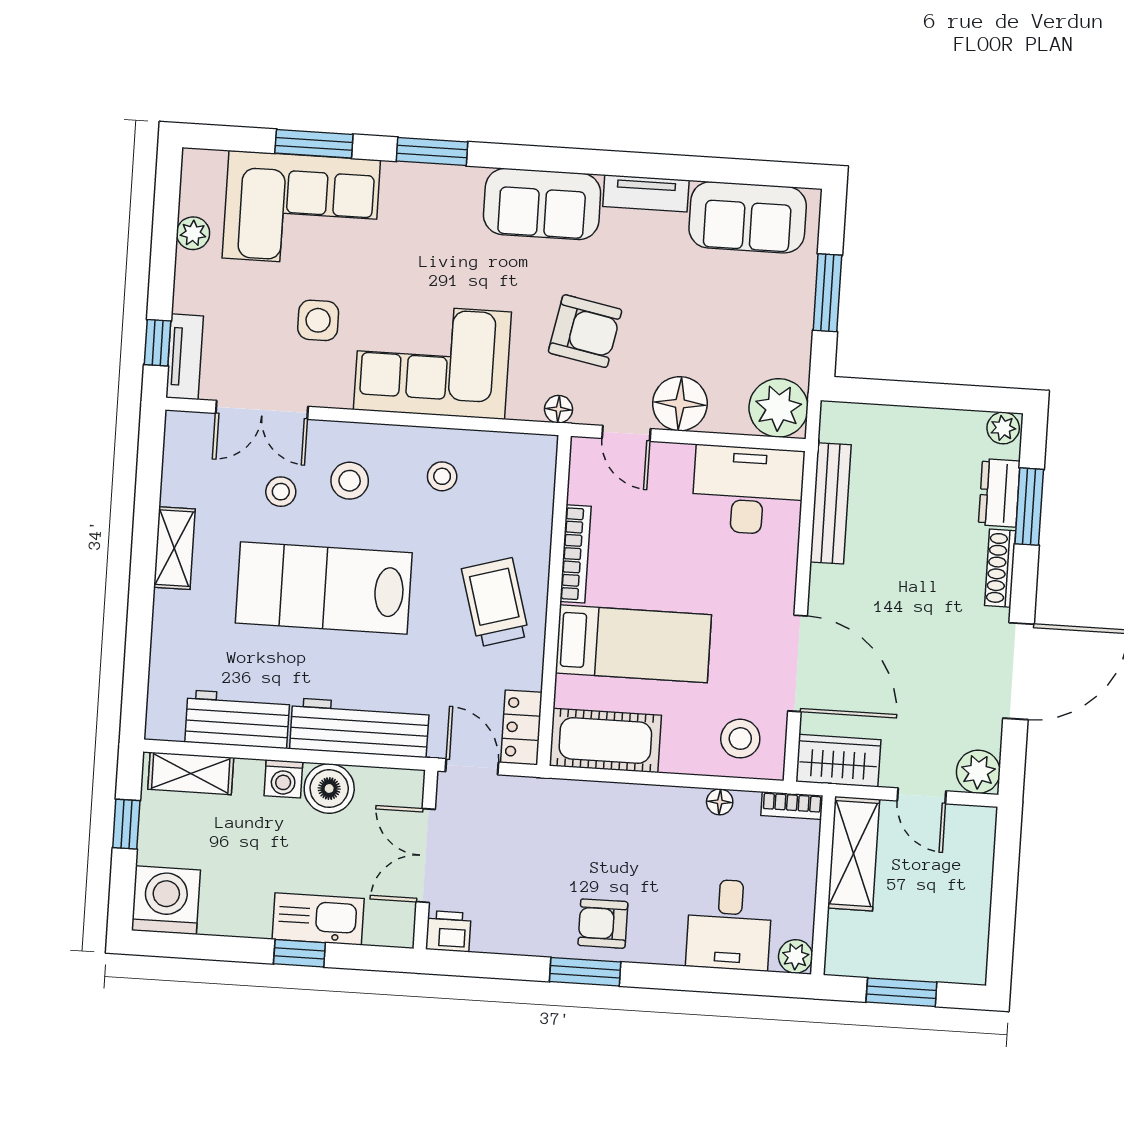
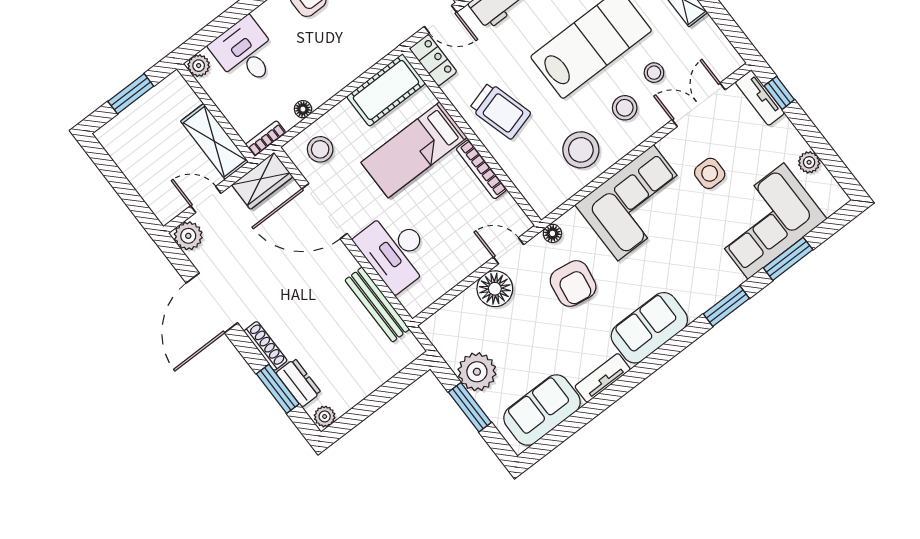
armchair: (585, 331) -> (573, 284), turned -92
plant: (779, 408) -> (477, 372), moved
stool: (442, 476) -> (581, 150), width x1.89, depth x1.89
desk: (748, 490) -> (395, 251), moved, turned 90

